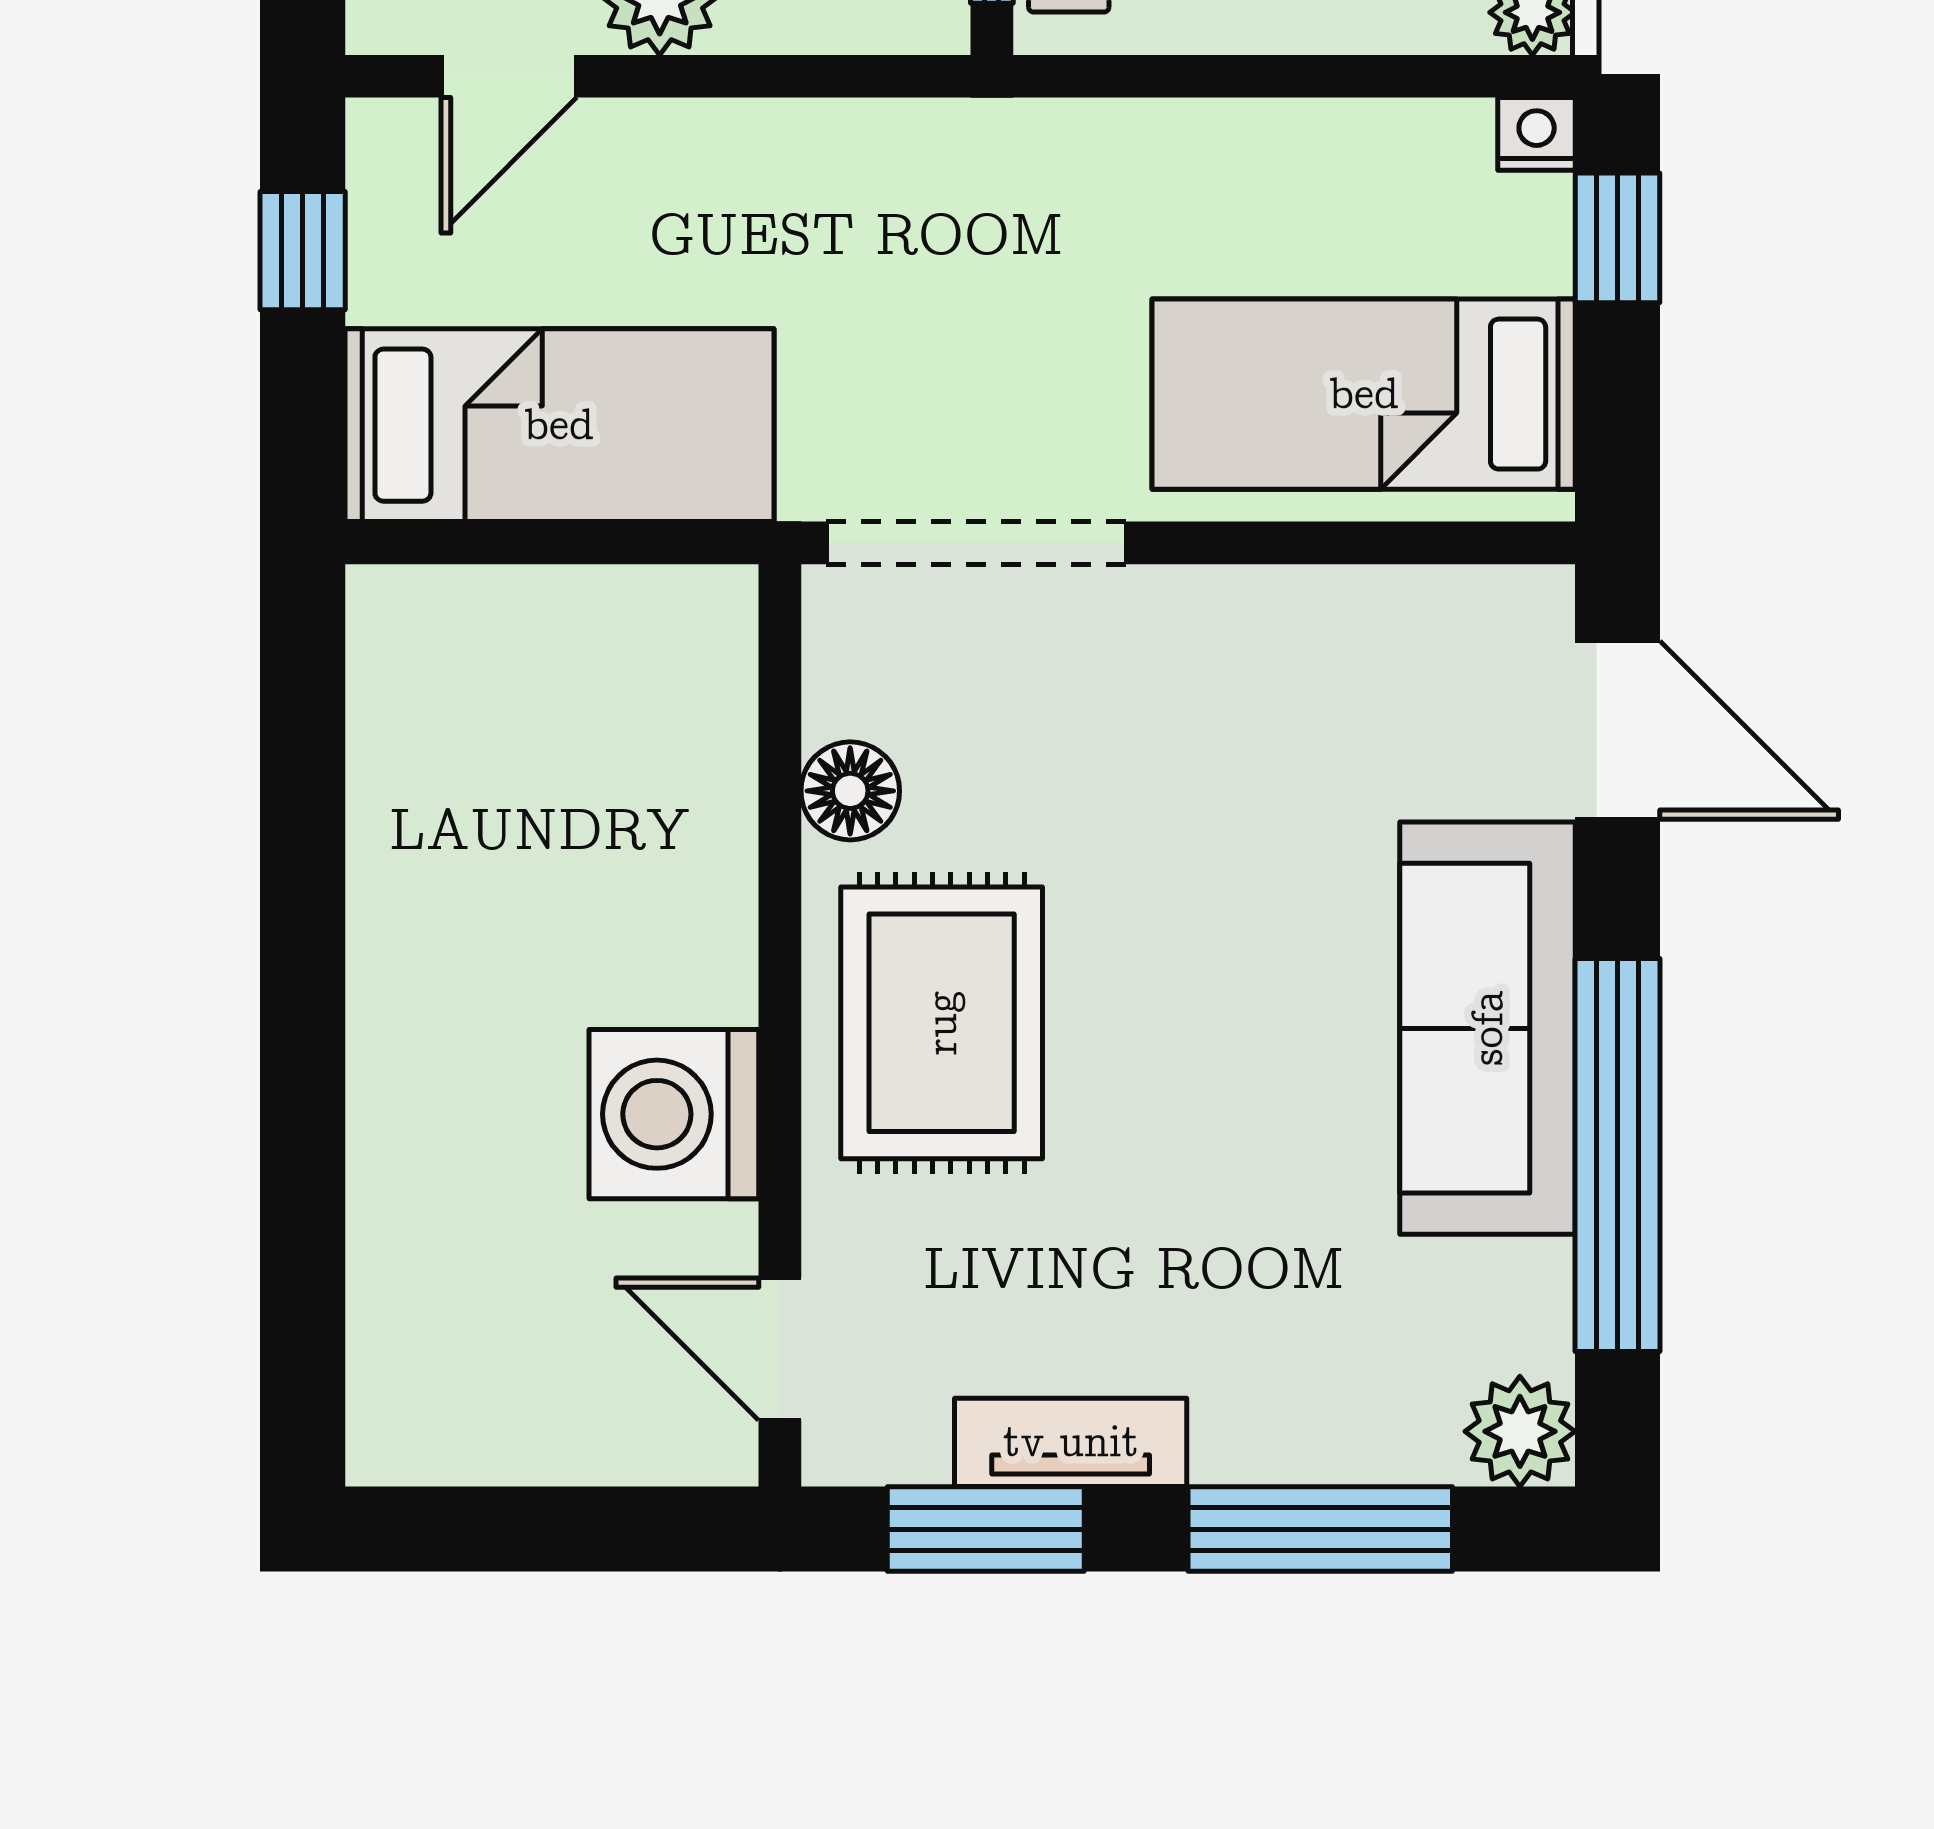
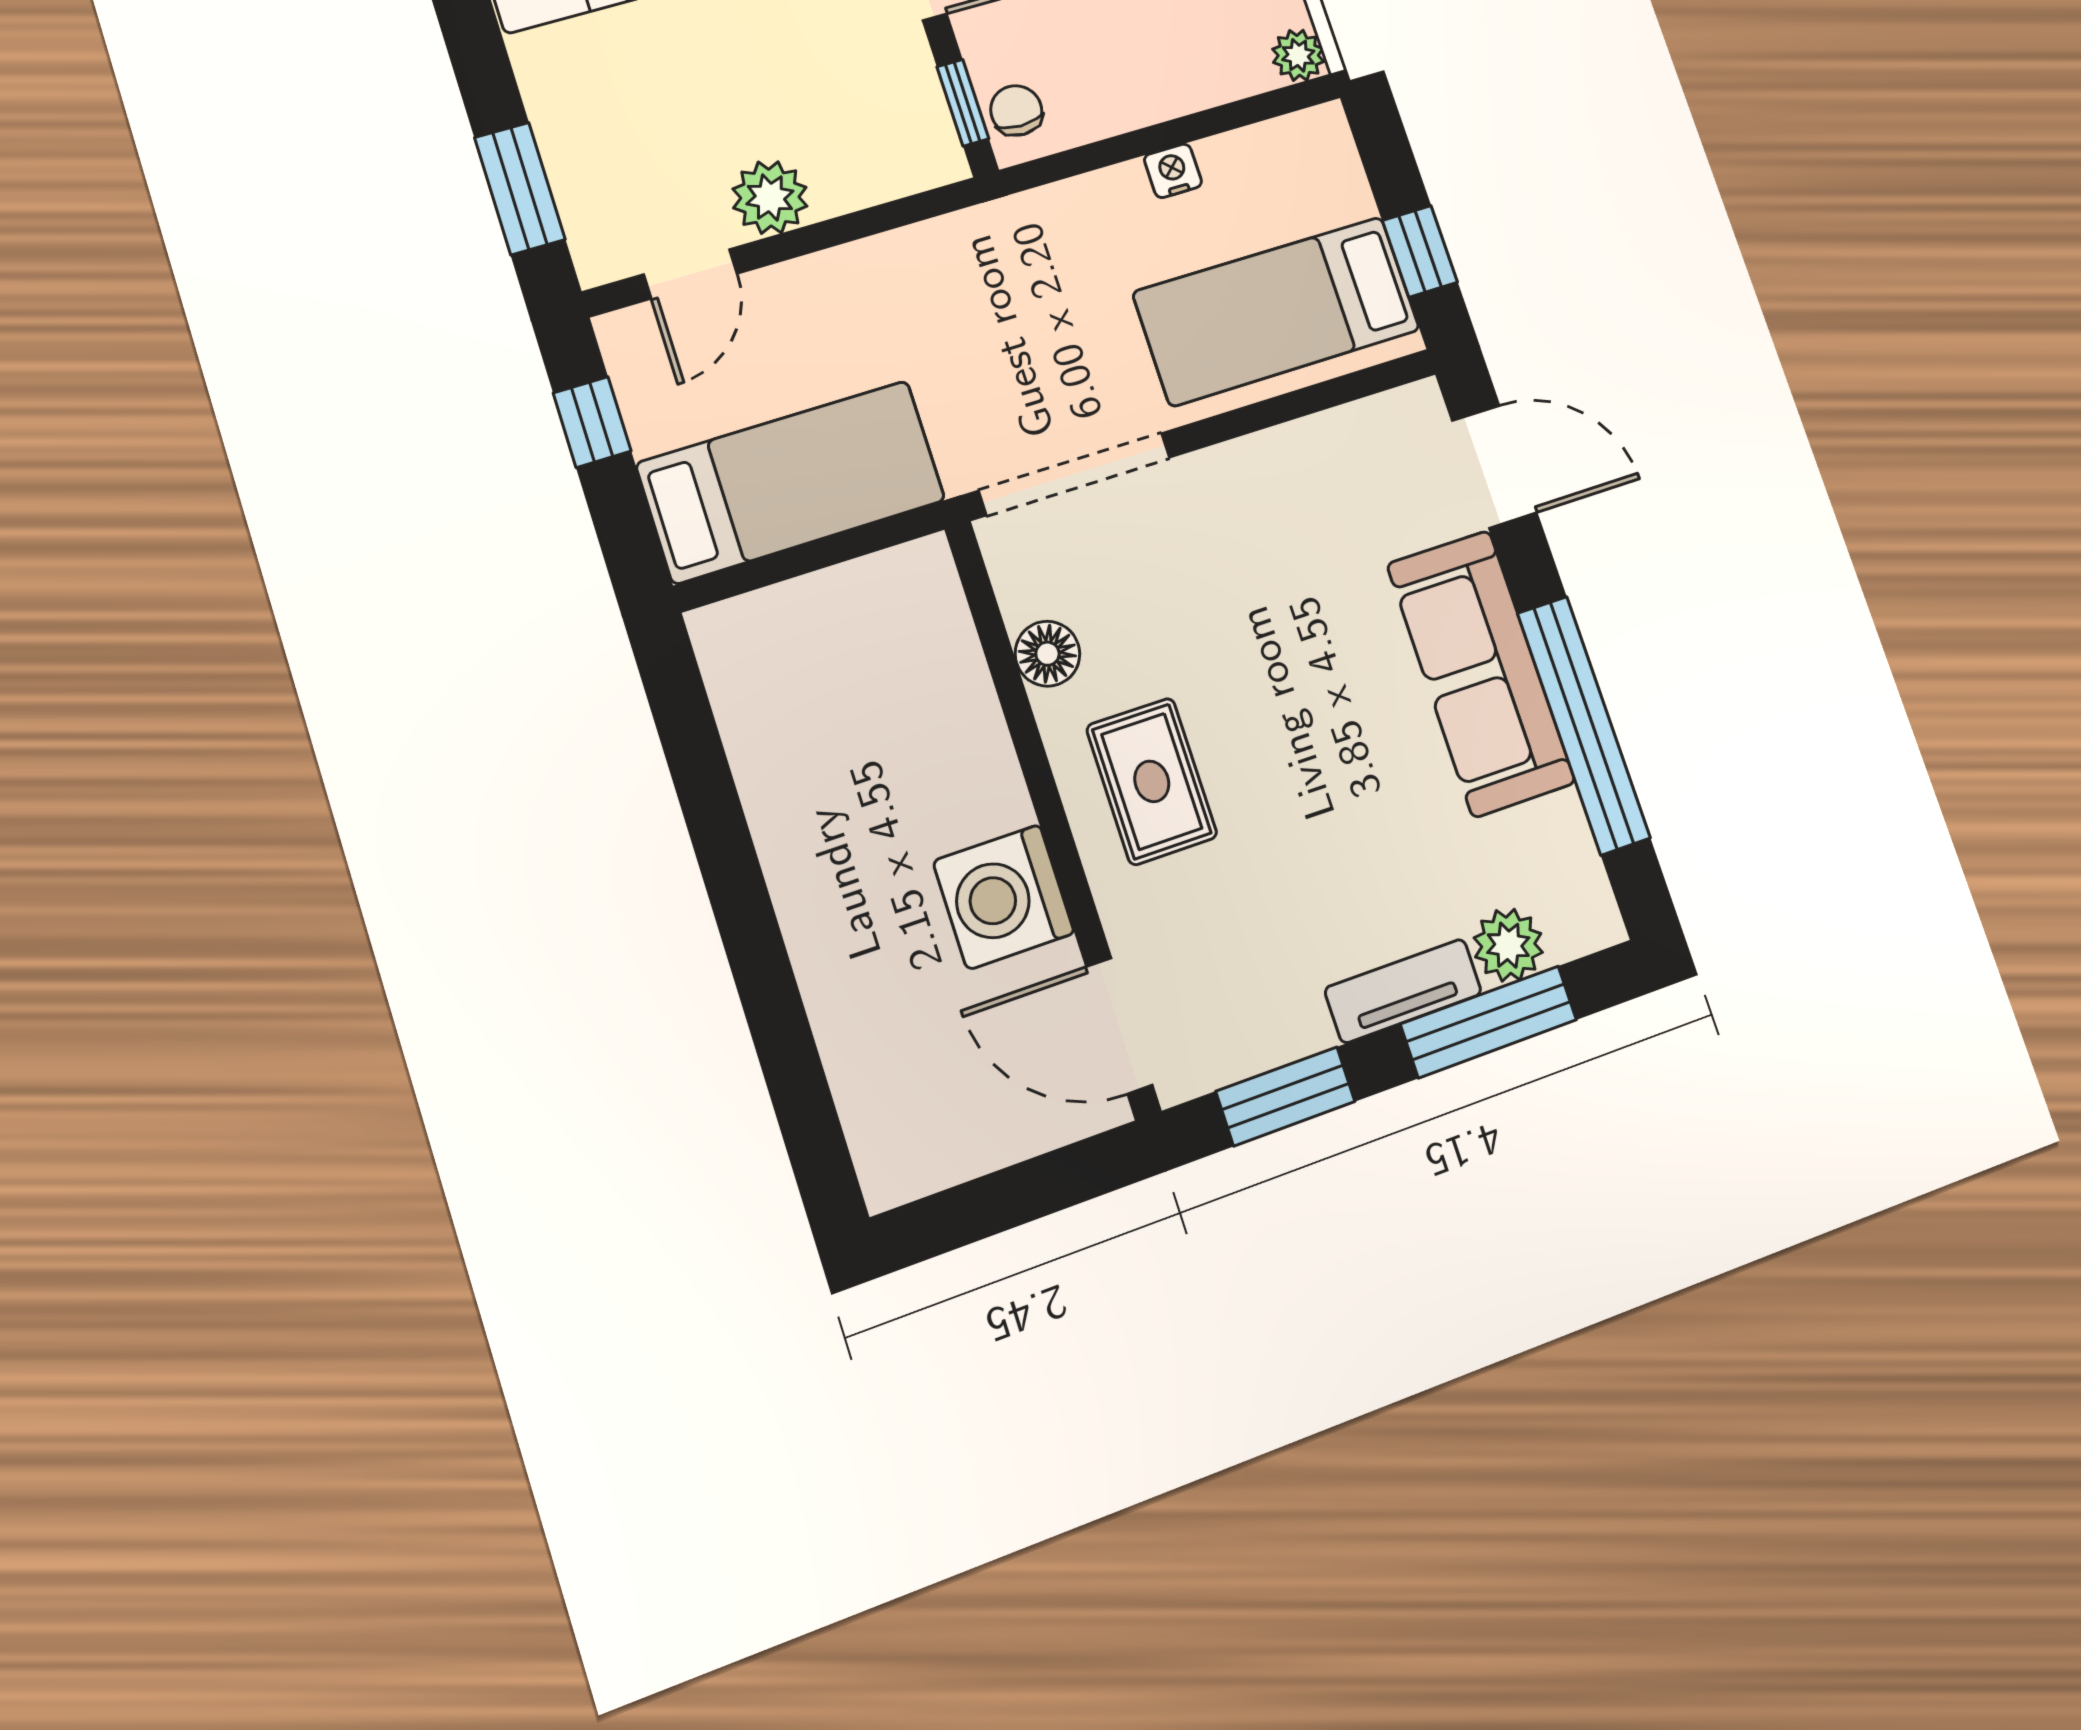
nightstand: (1537, 134) -> (1173, 171), moved
window: (1618, 238) -> (1420, 251), moved
rug: (942, 1023) -> (1152, 781), width x0.73, depth x0.70
door: (780, 1349) -> (1119, 1026), width x1.38
plant: (1520, 1431) -> (1508, 945), moved
tv unit: (1071, 1442) -> (1403, 991), moved

